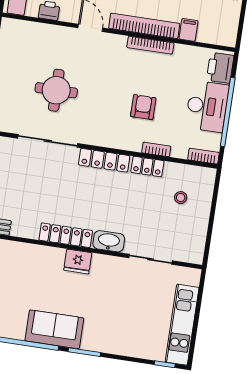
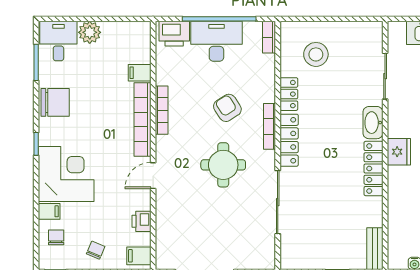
round table: (56, 90) -> (223, 165), moved
armchair: (143, 107) -> (227, 108), turned 57
bookcase: (156, 149) -> (270, 126), moved, width x1.56
stool: (181, 198) -> (316, 54), width x1.89, depth x1.89

